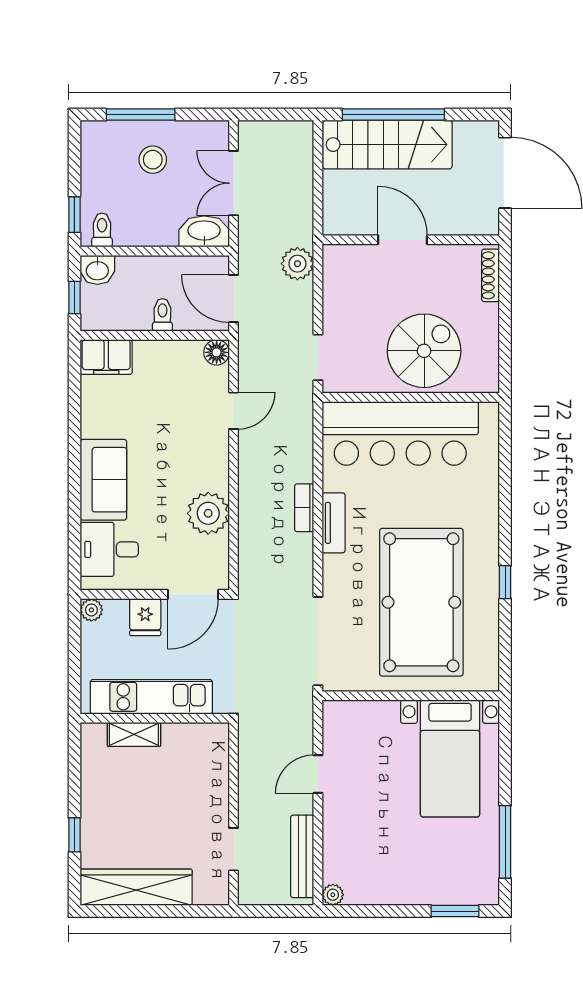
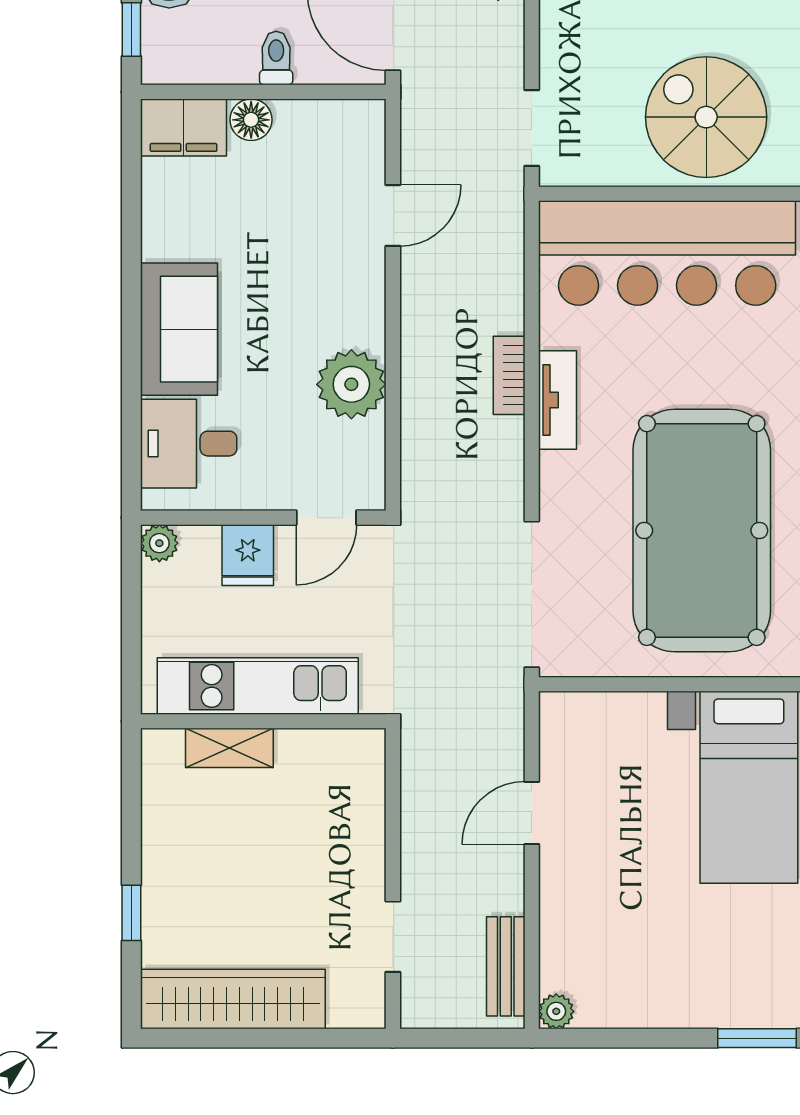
spiral stairs: (424, 351) -> (706, 117), turned -90
floor lamp: (217, 352) -> (251, 120), moved
door: (193, 594) -> (326, 518), width x0.73
bench: (302, 856) -> (506, 966), width x0.73

